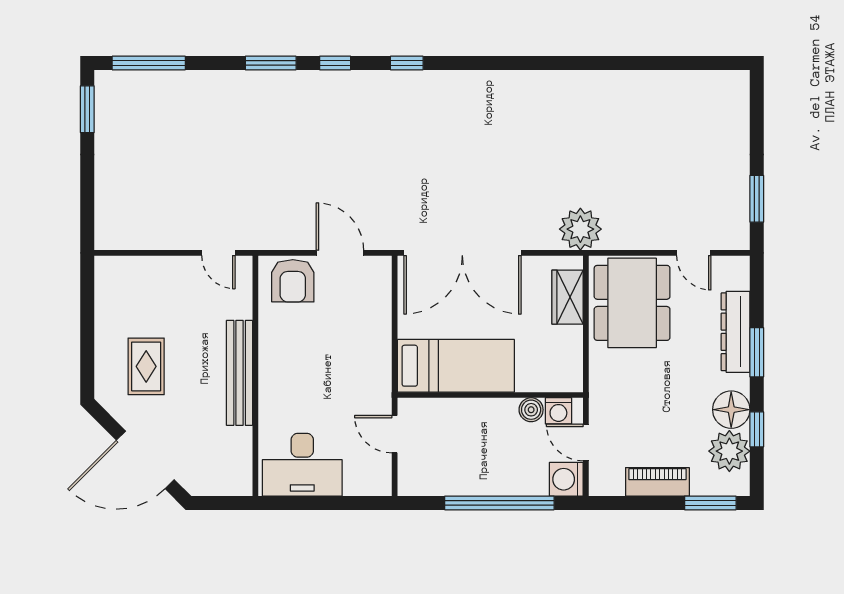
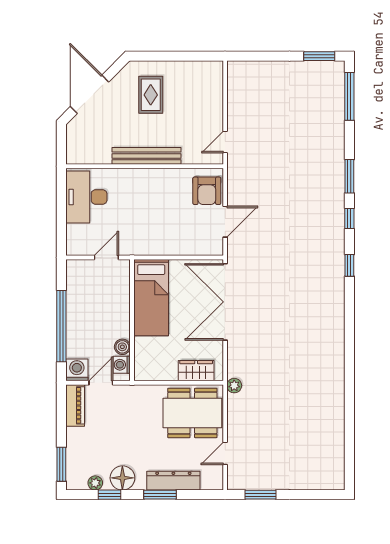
plant: (580, 229) -> (234, 386), width x0.53, depth x0.53
armchair: (293, 281) -> (207, 191), turned -90
rug: (146, 366) -> (151, 95), turned 90
plant: (729, 451) -> (95, 483), width x0.53, depth x0.53
piano: (657, 482) -> (75, 405), moved

